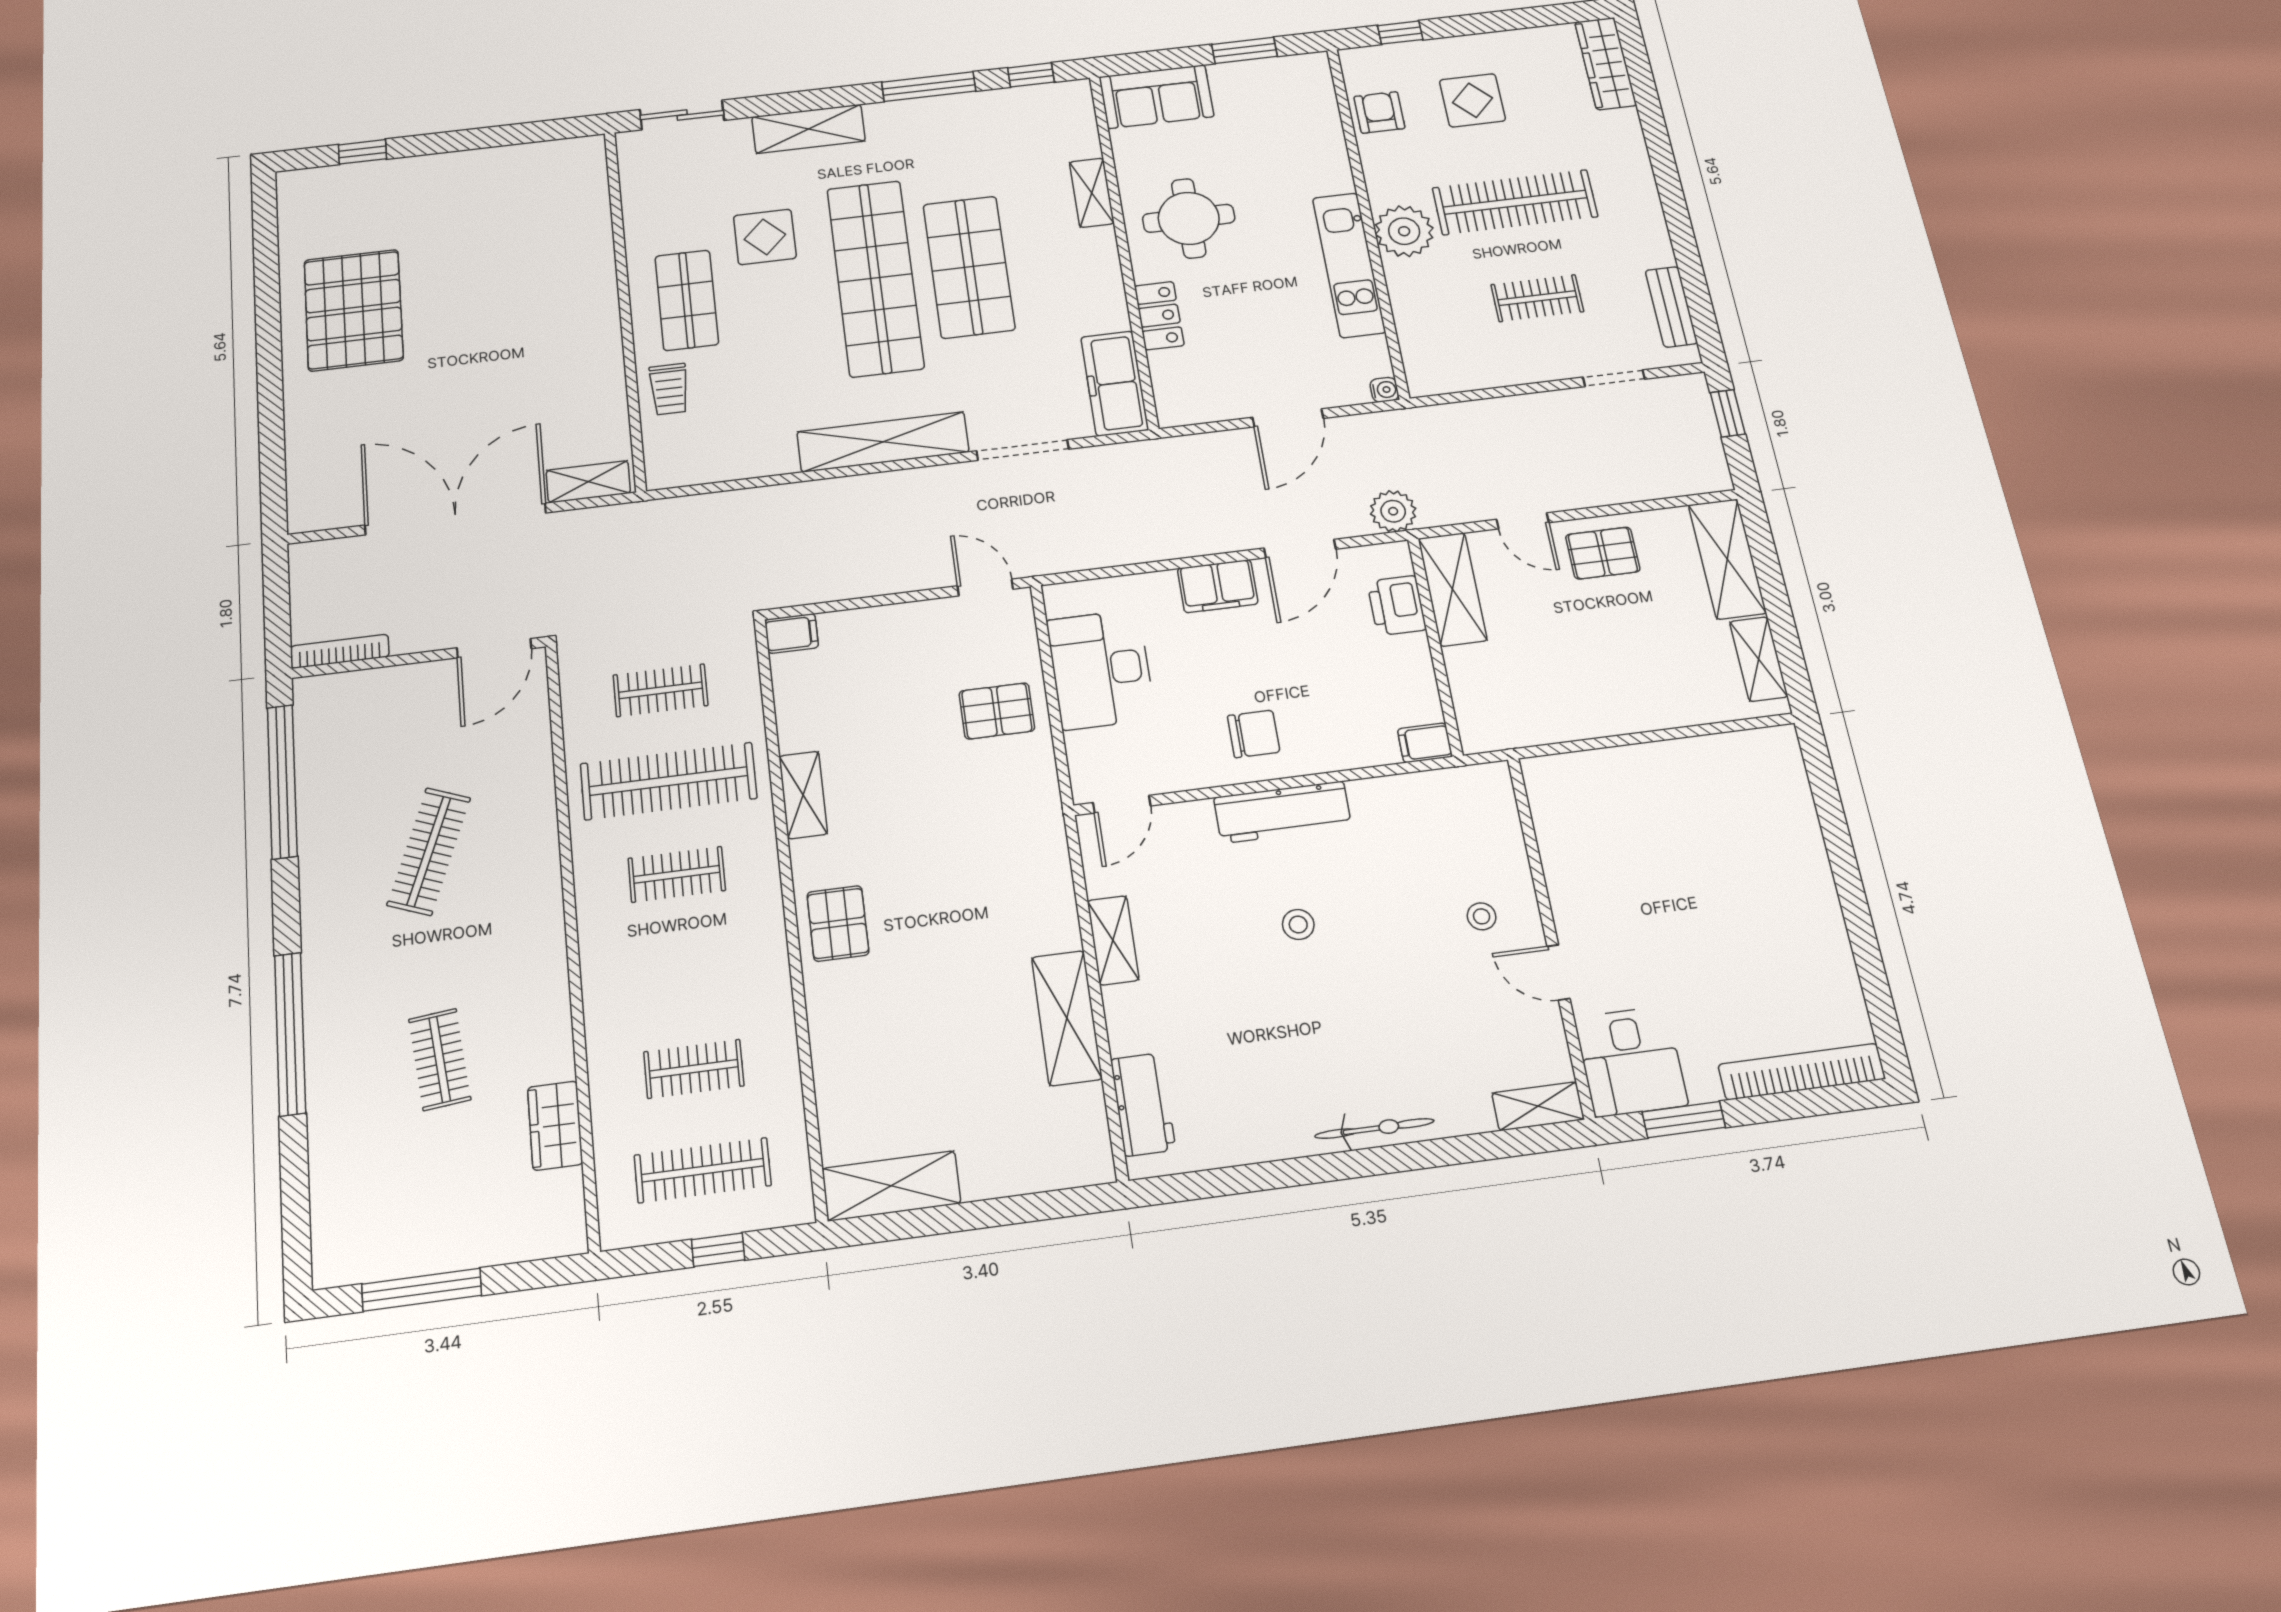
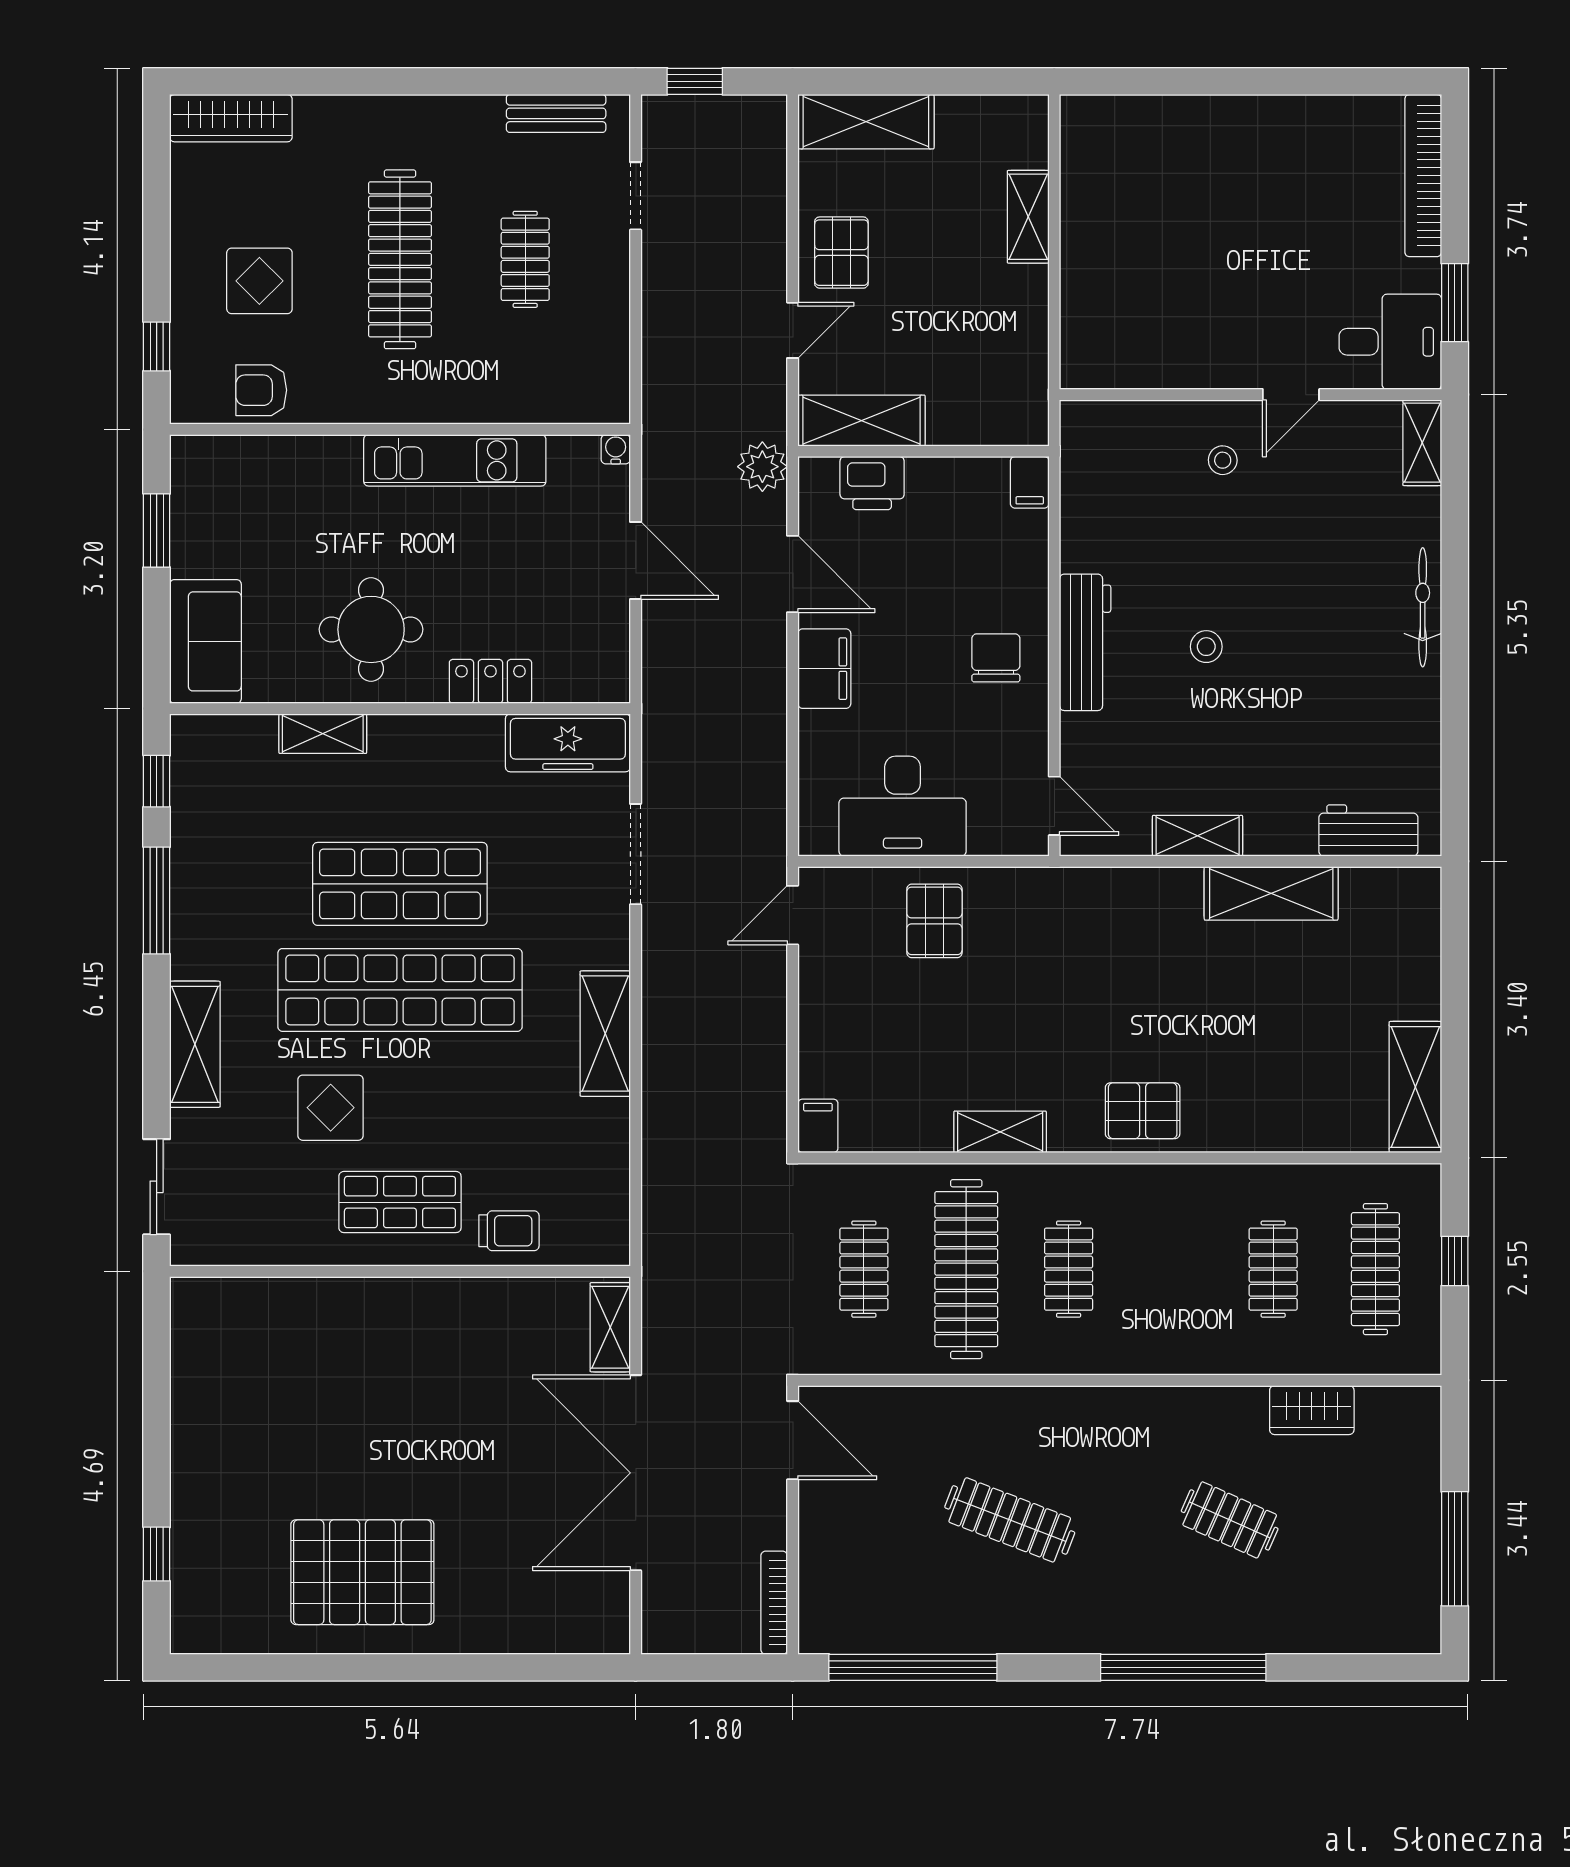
plant: (1404, 231) -> (420, 391), removed
shelving: (883, 442) -> (605, 1034), width x0.68
shelving: (1759, 659) -> (1028, 217), moved, turned 90
clothes rail: (440, 1059) -> (1230, 1520), turned 30

